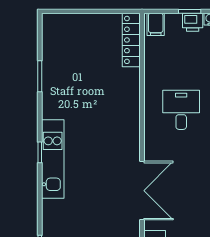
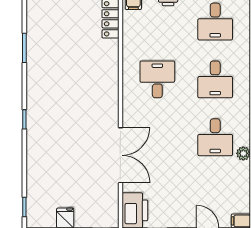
kitchen unit: (53, 159) -> (36, 126), removed

